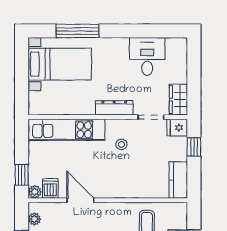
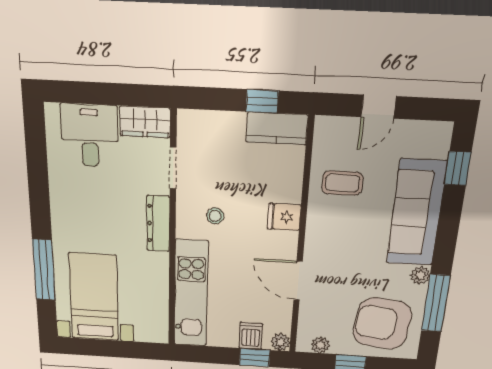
desk: (147, 57) -> (90, 136), moved, turned 90
fridge: (177, 128) -> (284, 217), moved, turned 90
window: (194, 147) -> (262, 101), moved
dishwasher: (50, 188) -> (251, 336), moved, turned 90
door: (80, 200) -> (298, 281), hinge flipped

